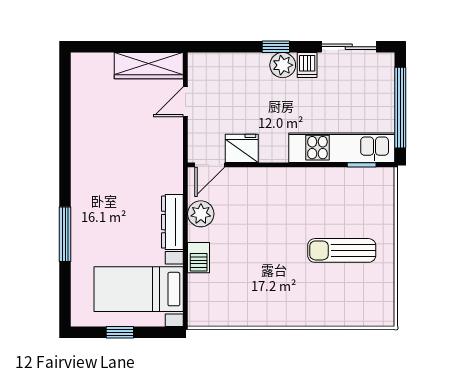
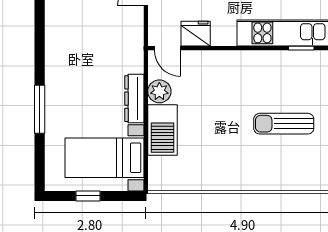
door: (210, 165) -> (167, 48), hinge flipped
barbecue: (199, 258) -> (163, 130), width x1.88, depth x1.53

